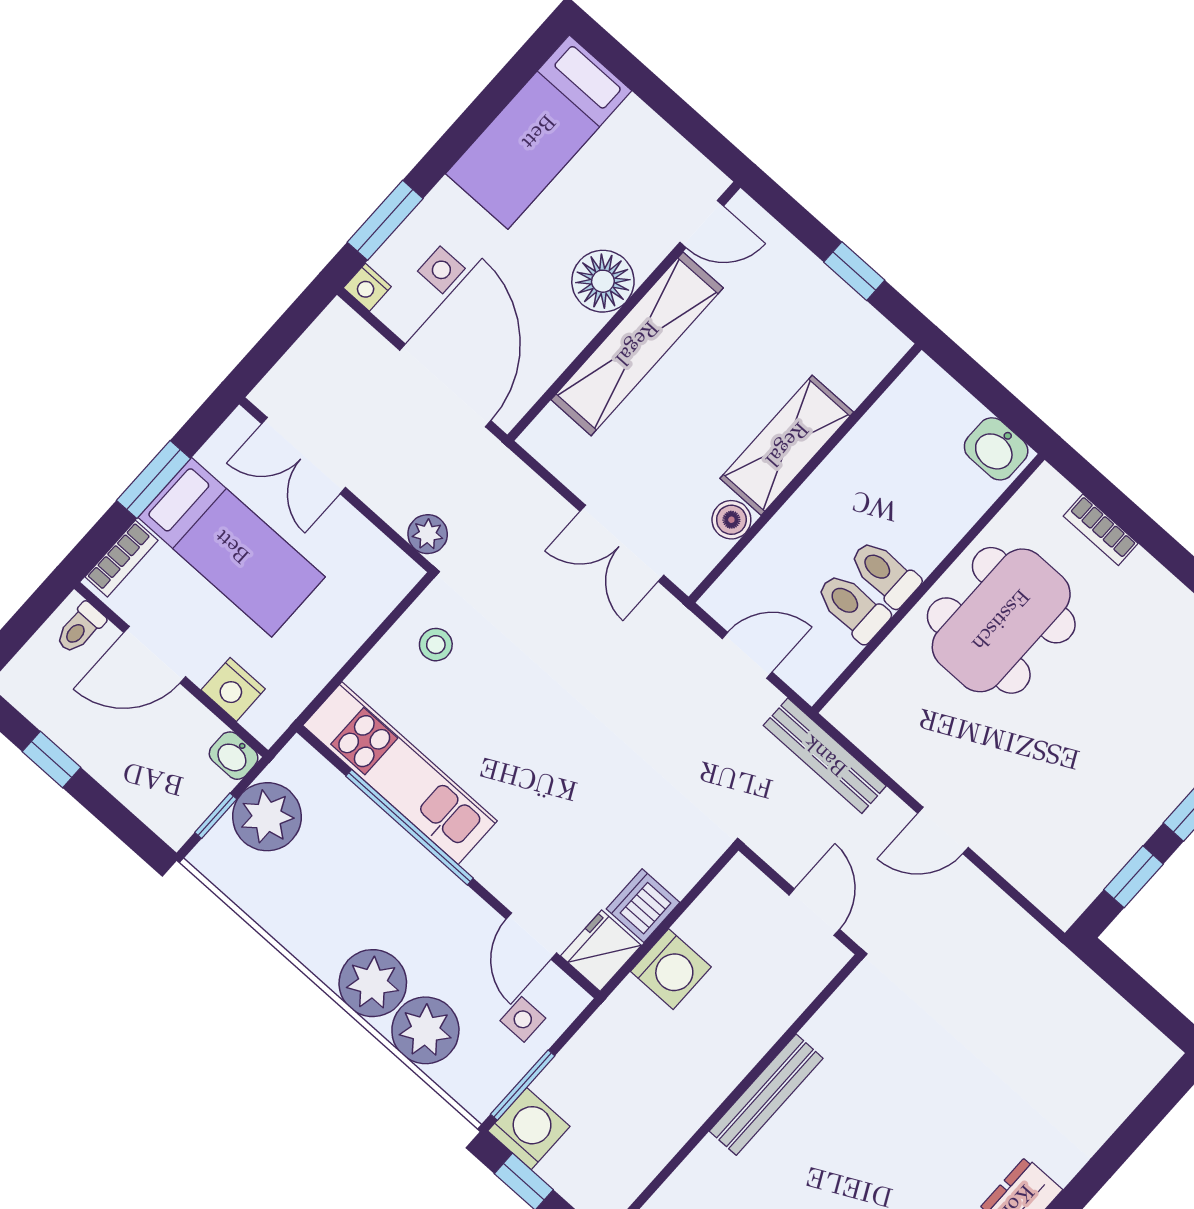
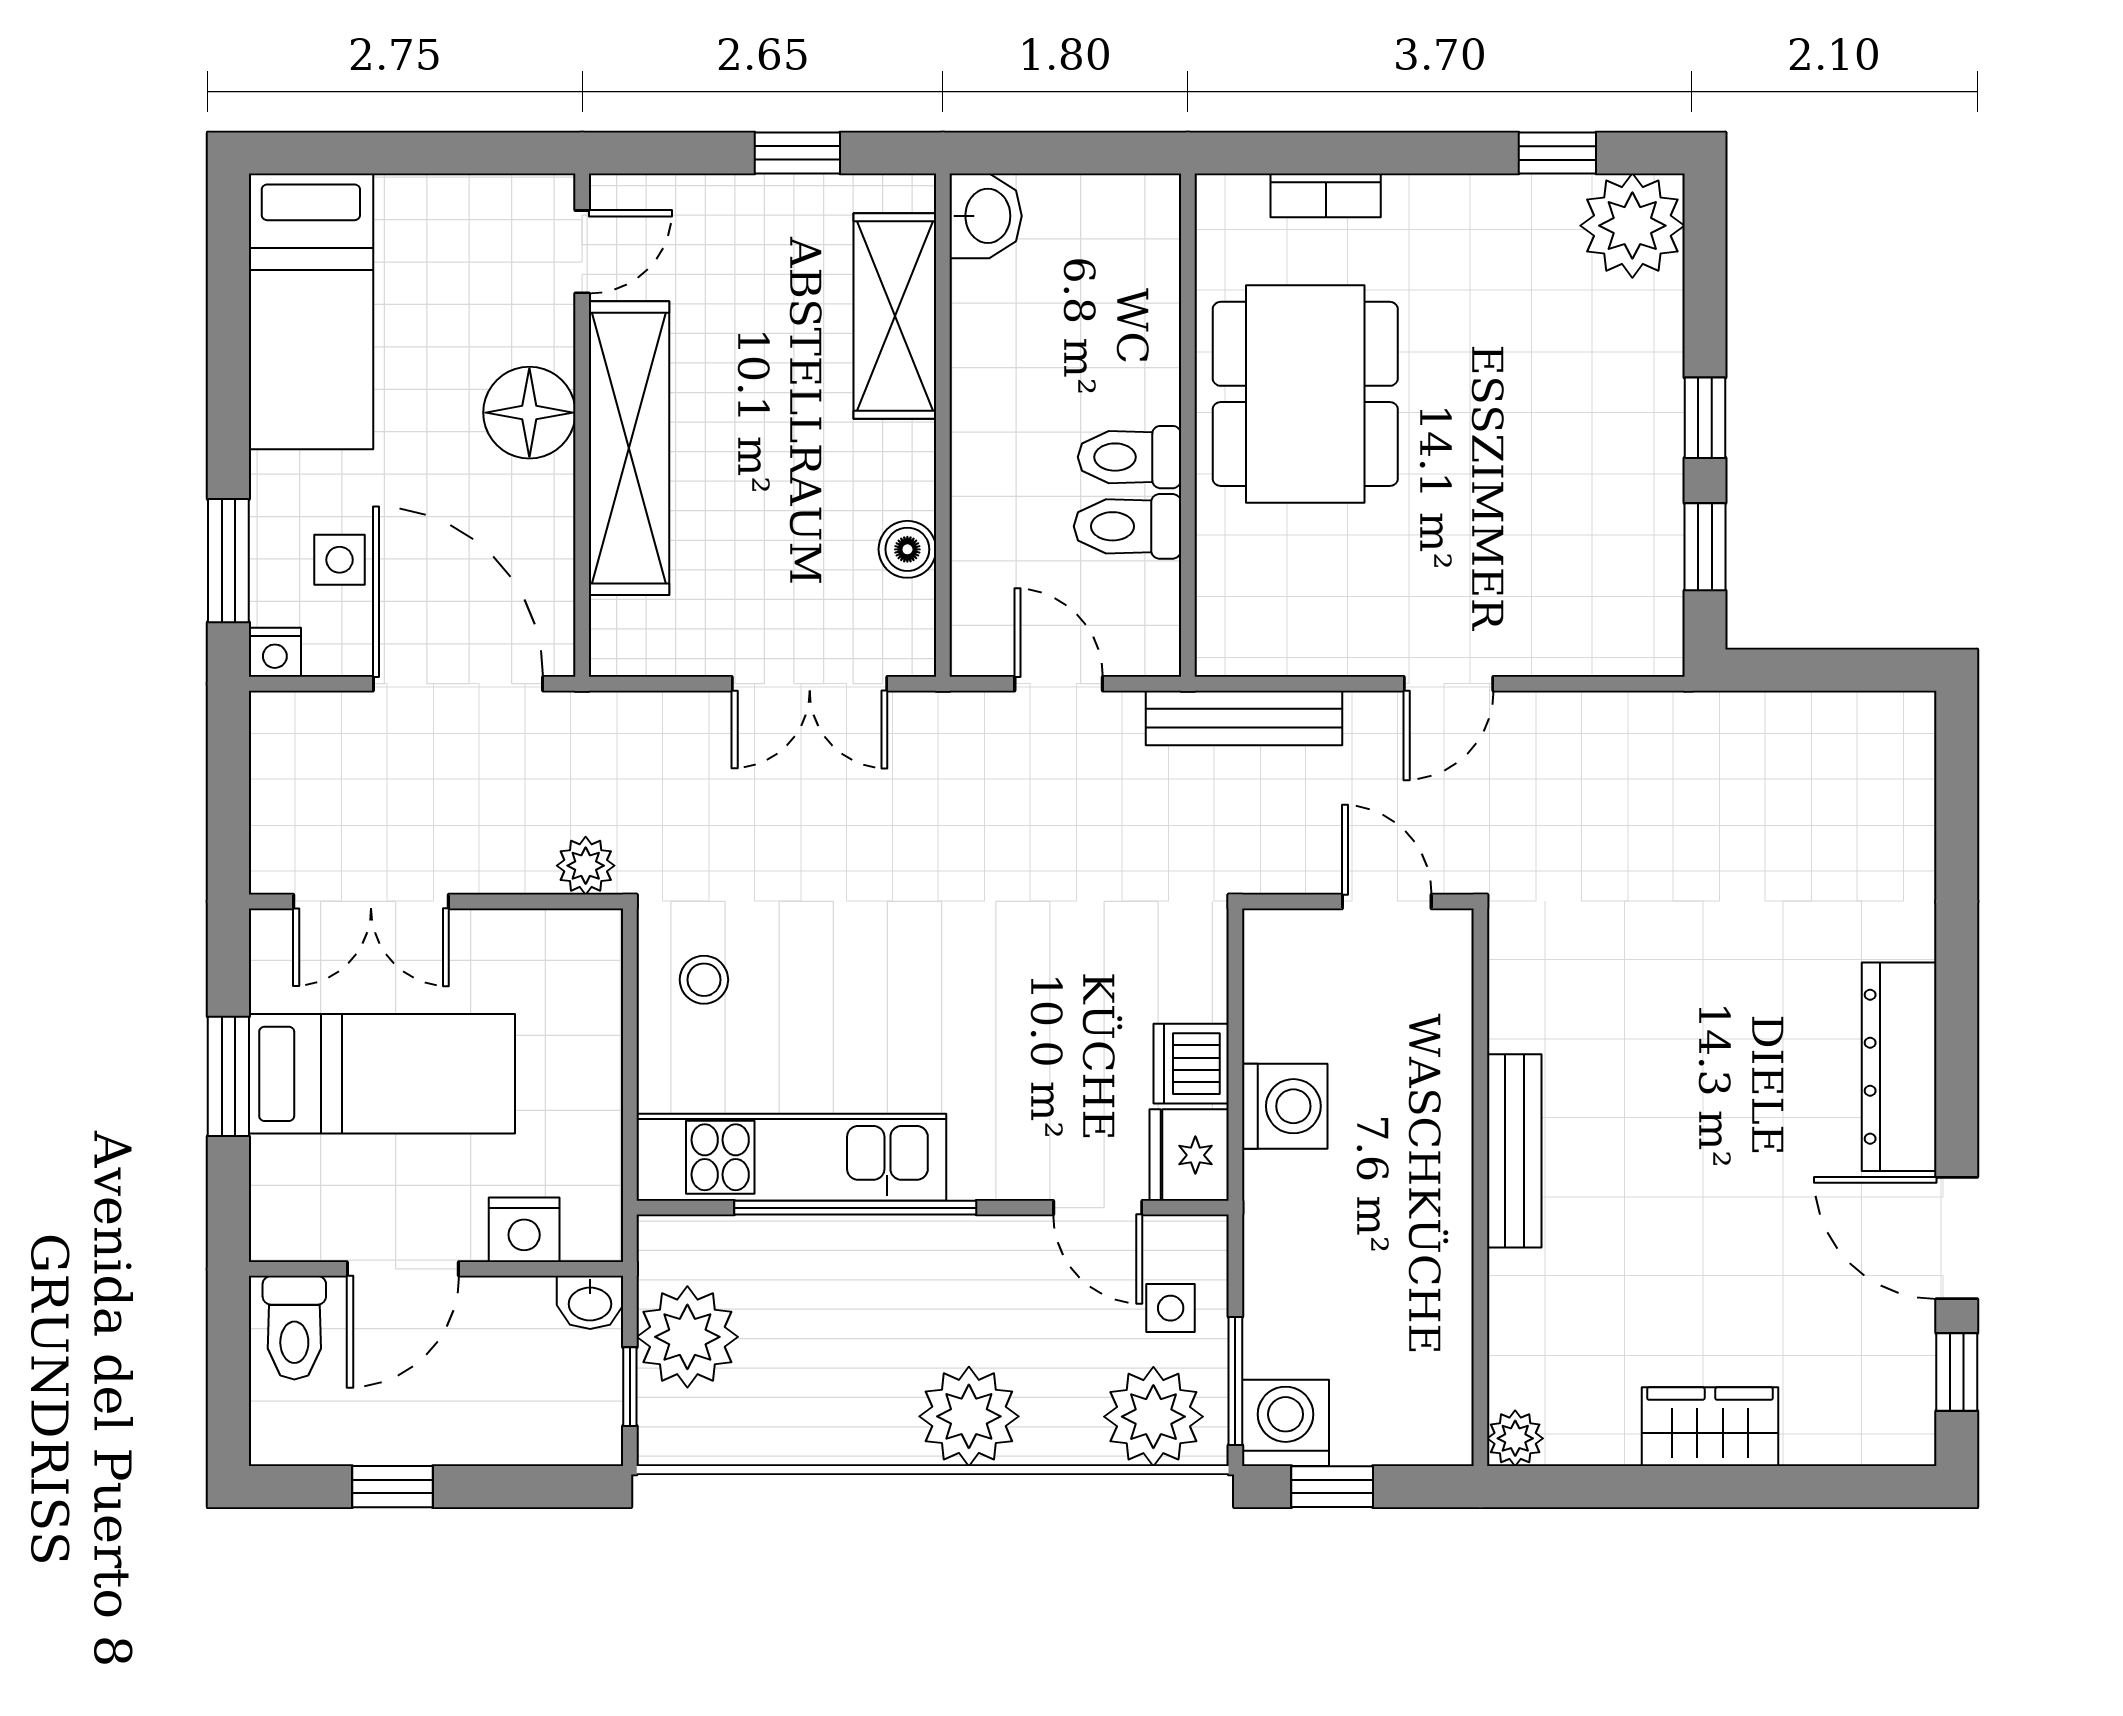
shelving: (787, 445) -> (895, 316), moved
washbasin: (996, 449) -> (986, 216), moved, turned -90
bookcase: (121, 559) -> (271, 1195), removed
toilet: (80, 628) -> (294, 1328), width x1.37, depth x1.39
door: (747, 655) -> (1059, 684), hinge flipped
plant: (425, 1030) -> (1153, 1417), moved

